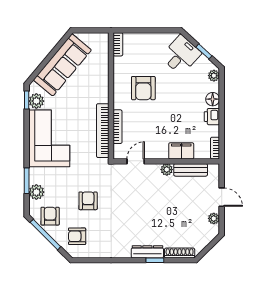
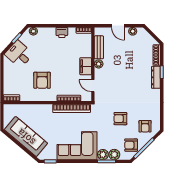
armchair: (143, 88) -> (42, 80), turned 90
floor lamp: (213, 99) -> (50, 32), removed
plant: (36, 101) -> (103, 155), moved
filing cabinet: (181, 151) -> (86, 66), moved
door: (222, 197) -> (118, 26), swing flipped

